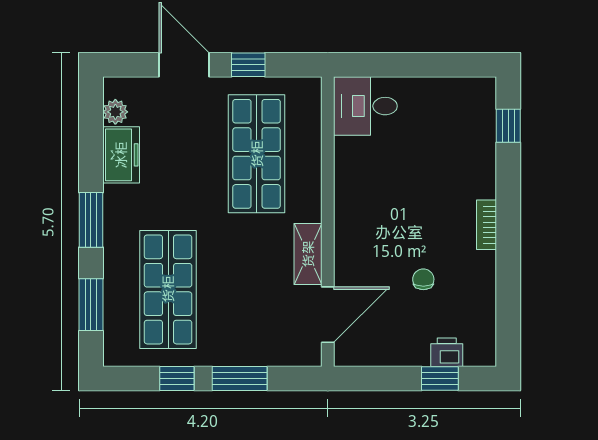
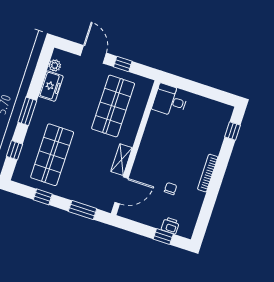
bookcase: (486, 225) -> (208, 173), width x1.56
window: (91, 305) -> (15, 150), width x0.67
window: (240, 378) -> (83, 210), moved

